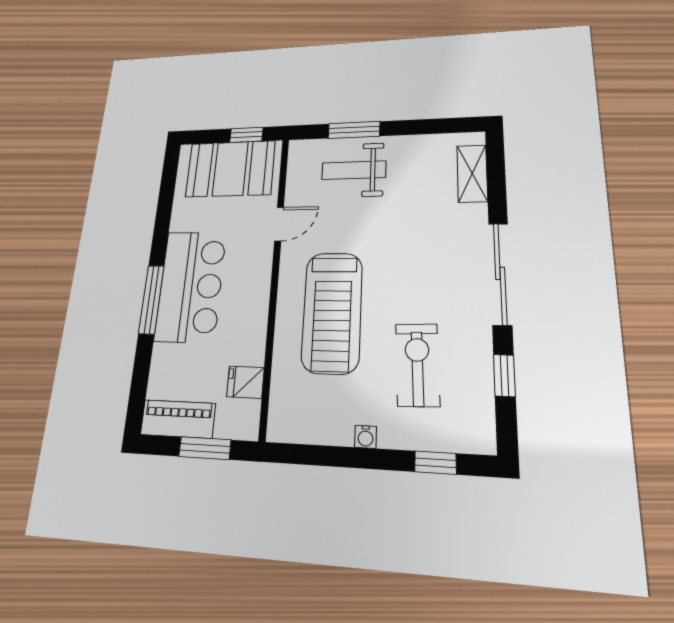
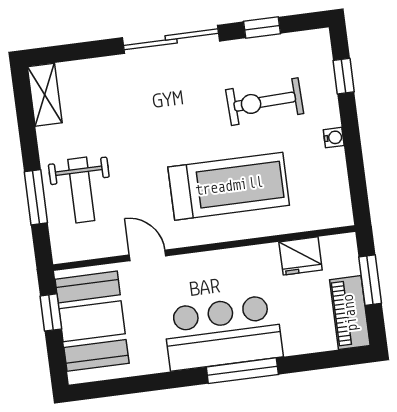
shelving: (472, 173) -> (45, 95), moved, turned 90
fridge: (246, 382) -> (301, 256), width x1.38

